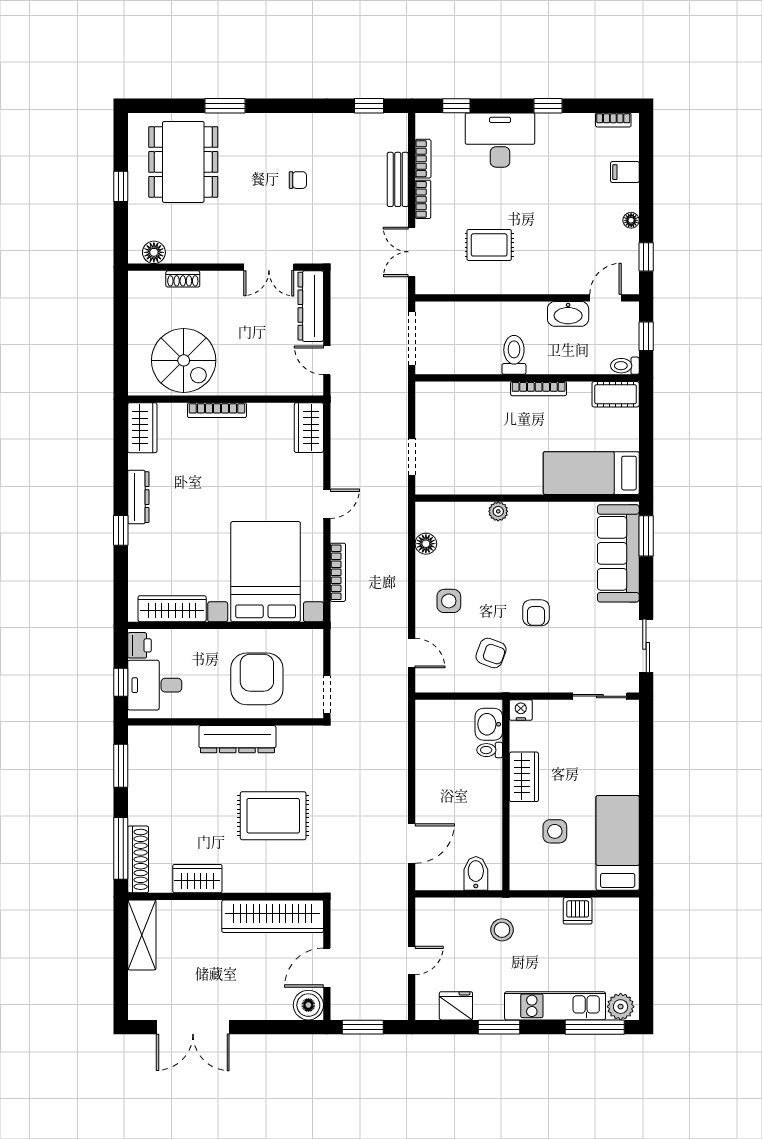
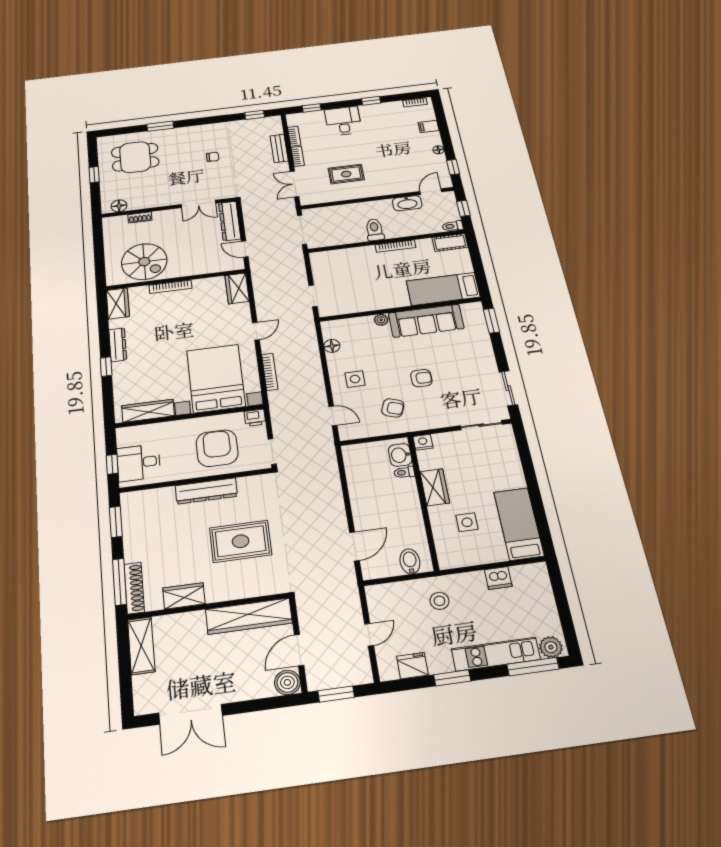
desk: (500, 140) -> (343, 121), width x0.73
dining table: (183, 162) -> (135, 157), width x0.73
sofa: (618, 553) -> (426, 321), moved, turned -90
armchair: (536, 613) -> (421, 378), turned -90
printer: (139, 645) -> (255, 418), moved, turned 90

